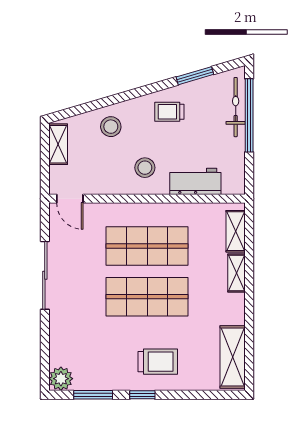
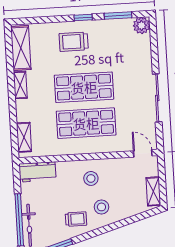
stool: (111, 127) -> (101, 207), moved
workbench: (195, 181) -> (37, 172), moved
shelving: (236, 273) -> (20, 85), moved

